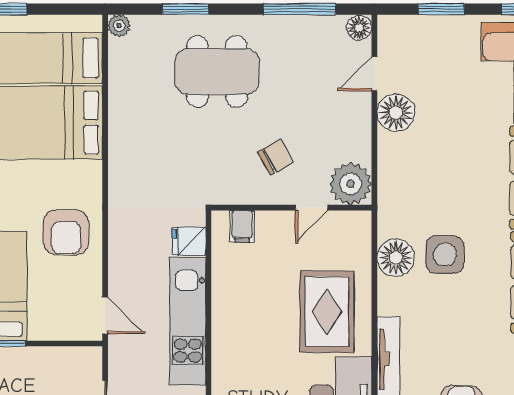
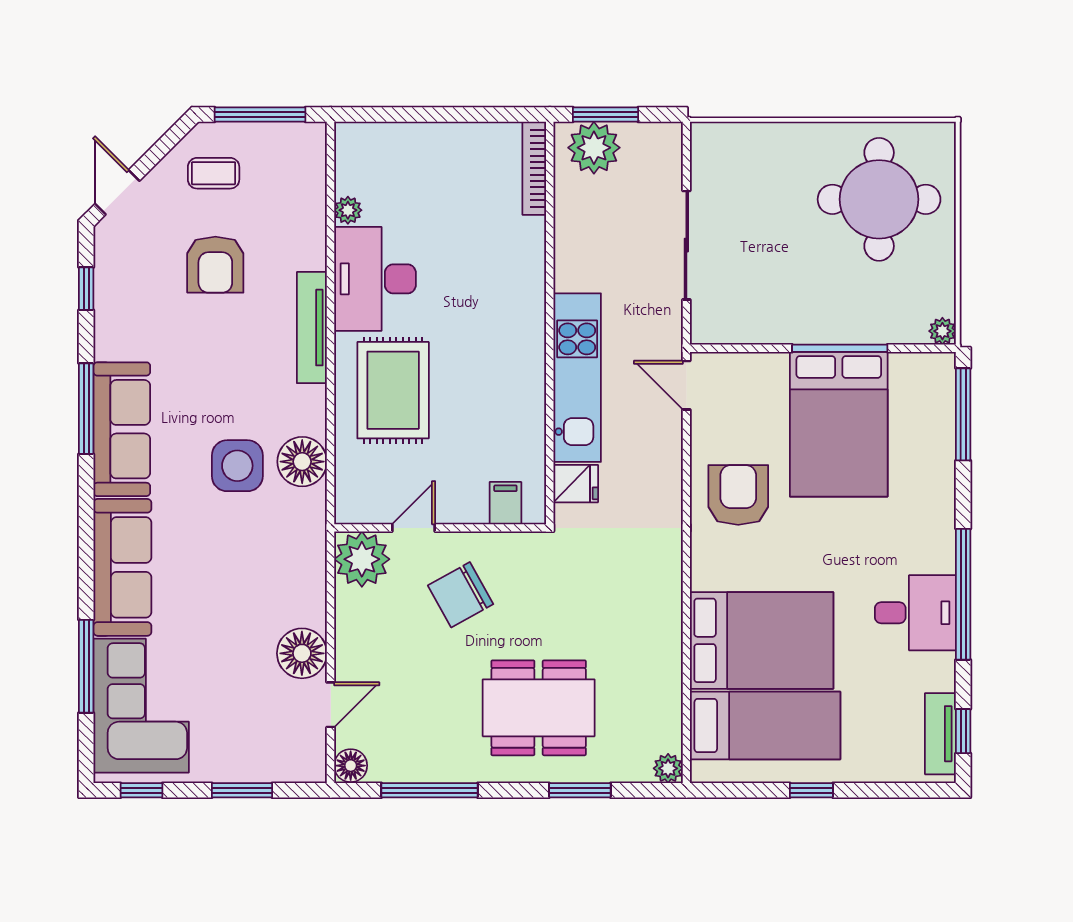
chair: (276, 157) -> (461, 595), width x1.37, depth x1.37

